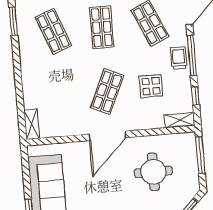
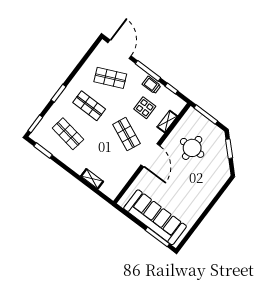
shop shelf: (53, 31) -> (68, 134), turned 30
trolley: (179, 58) -> (151, 85), moved
shelving: (180, 120) -> (167, 122), moved
shelving: (32, 124) -> (92, 179), moved

